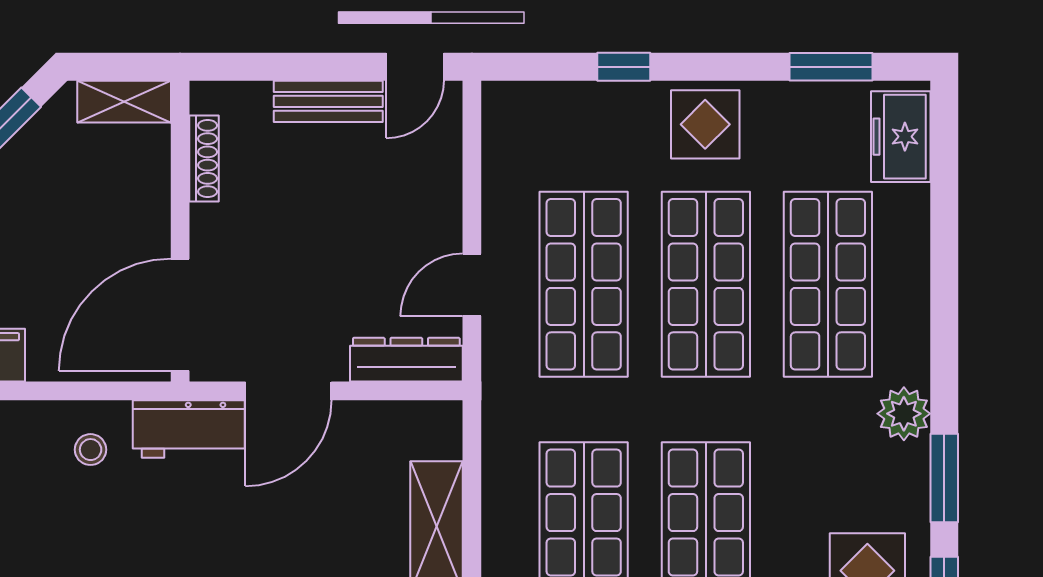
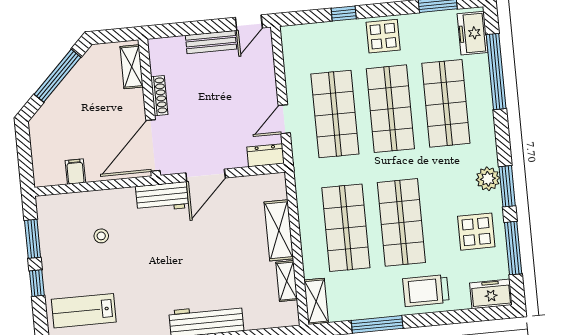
shelving: (124, 102) -> (132, 67), moved, turned 90
shoe rack: (204, 159) -> (159, 96), moved
window: (944, 225) -> (496, 72), added
dresser: (406, 360) -> (266, 155), width x0.70
plant: (904, 414) -> (488, 179), moved
stool: (91, 450) -> (101, 236), moved

